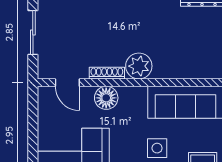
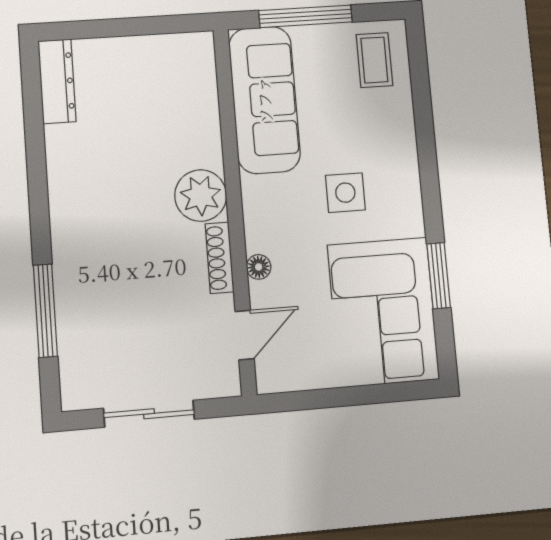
floor lamp: (106, 98) -> (259, 267), width x0.53, depth x0.53
side table: (157, 148) -> (345, 193), moved

